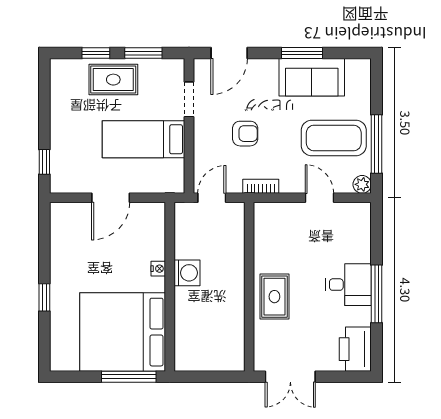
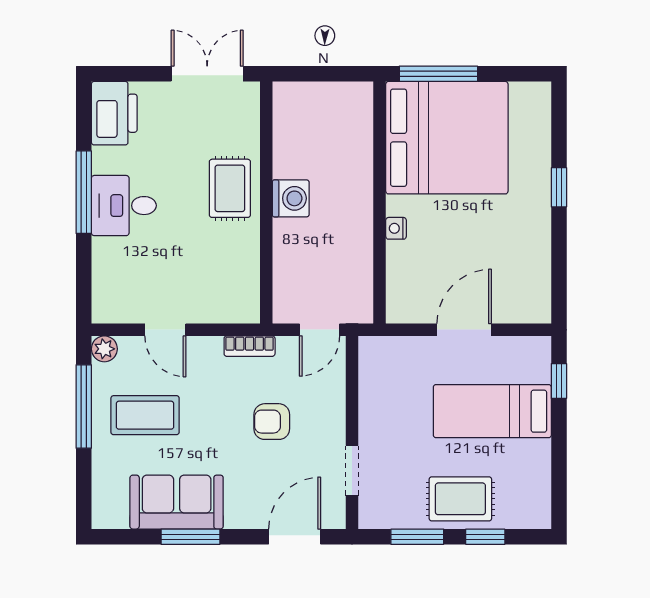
coffee table: (334, 138) -> (145, 415), width x0.73, depth x0.76
bed: (144, 139) -> (492, 411), moved, turned 180
washing machine: (187, 273) -> (291, 198), moved, turned 180

